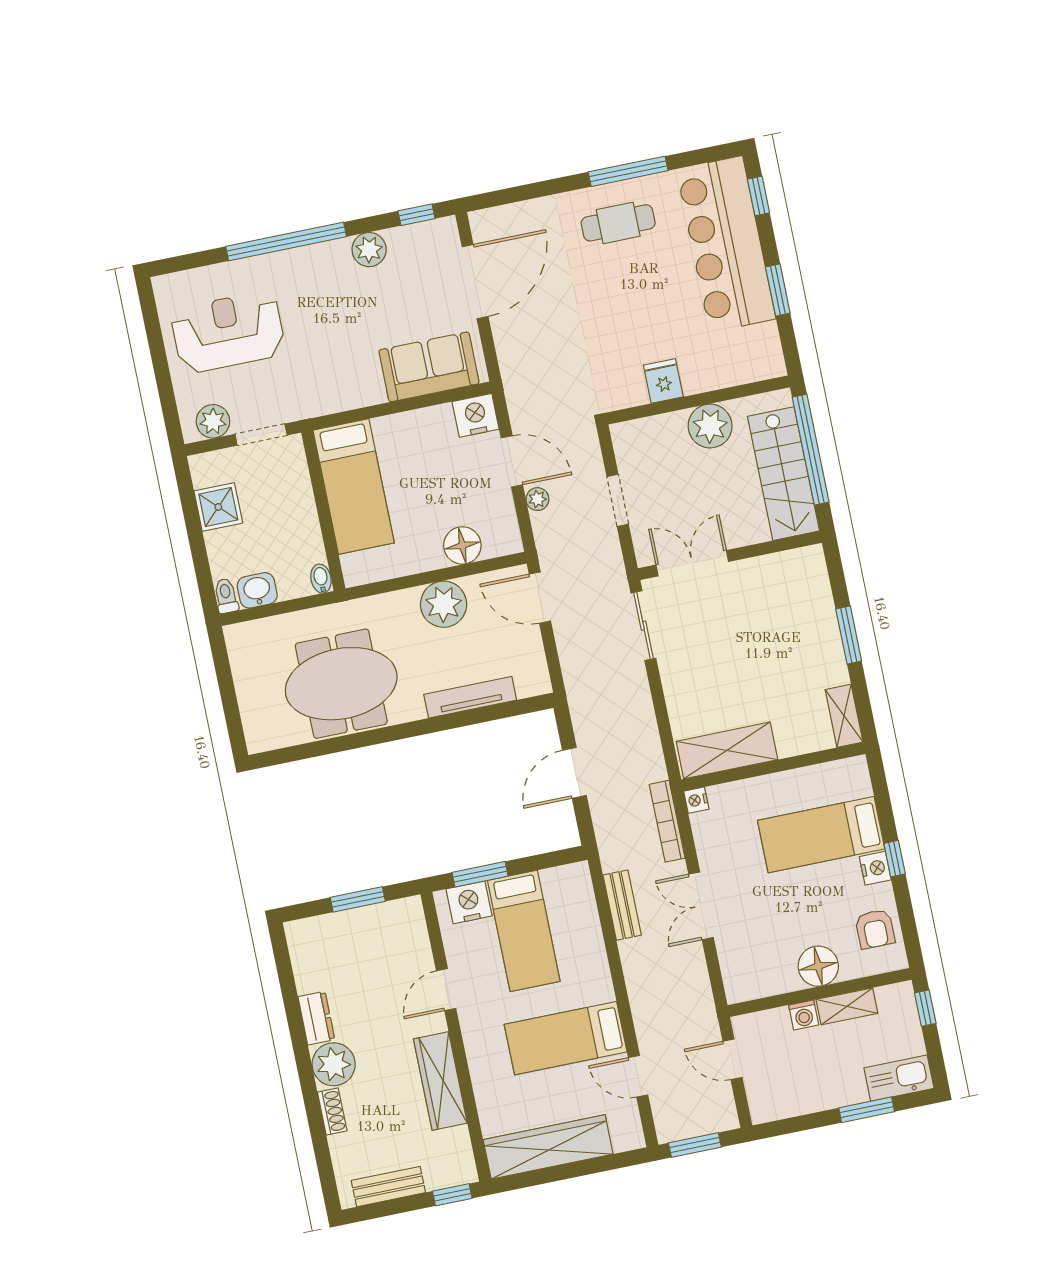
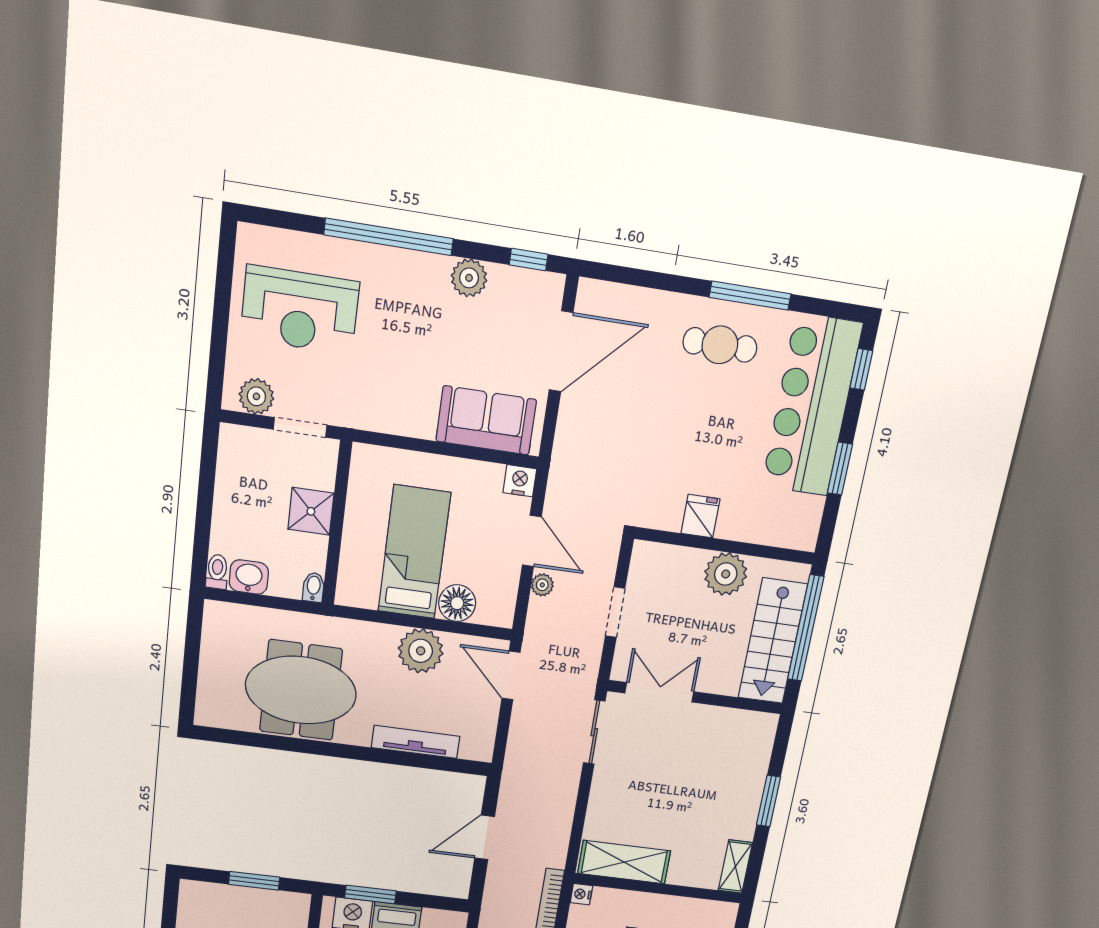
reception desk: (228, 332) -> (300, 310), turned 180
nightstand: (476, 415) -> (520, 481), width x0.74, depth x0.75
bed: (354, 487) -> (414, 552), moved, turned 180
shower: (218, 507) -> (311, 511), moved

